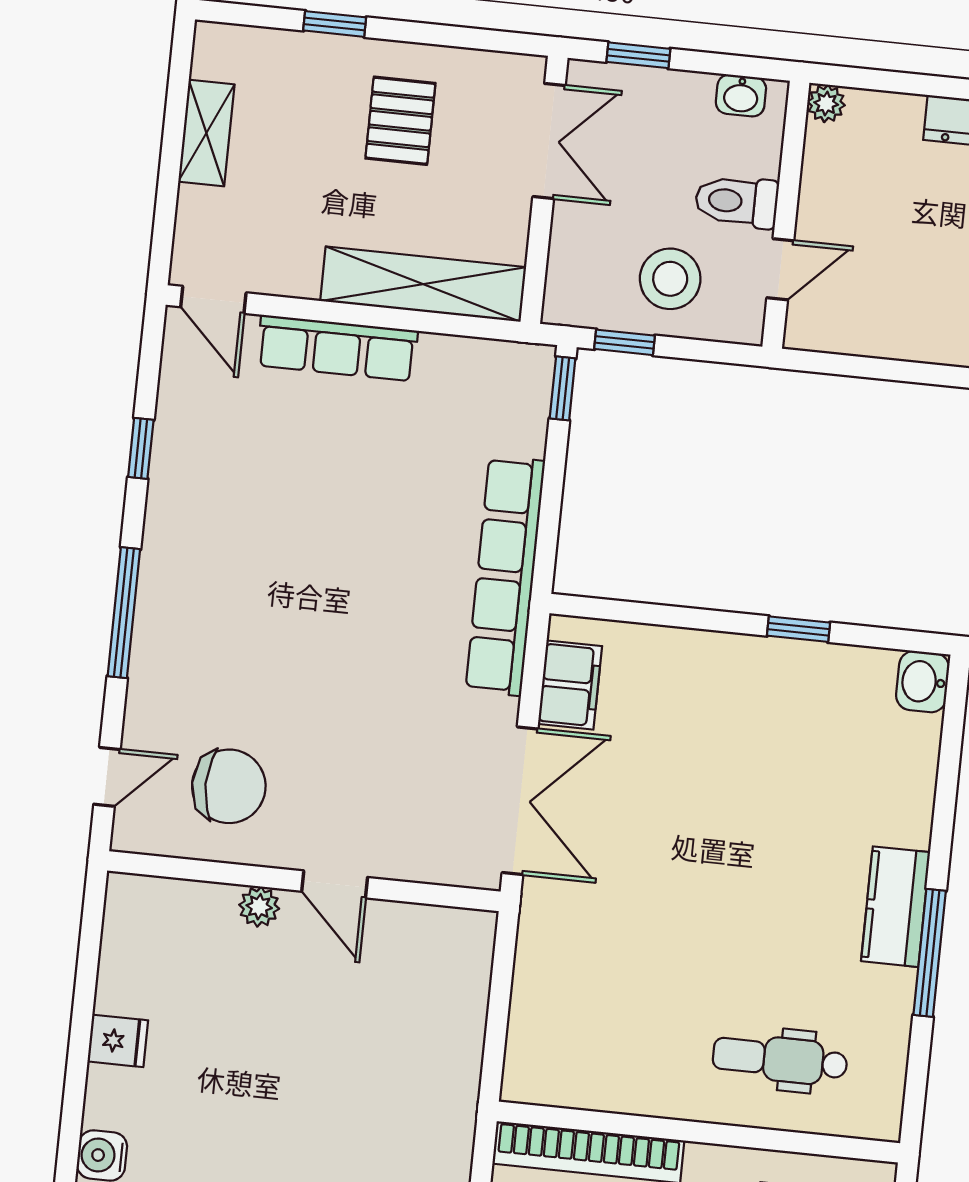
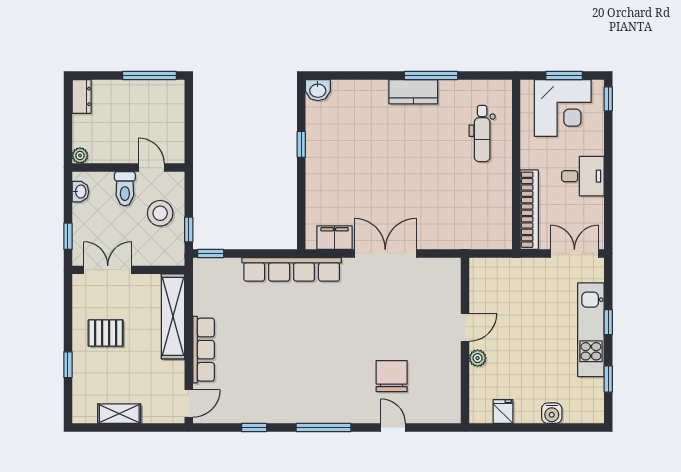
wall: (304, 881) -> (465, 340), moved
door: (335, 884) -> (465, 328), moved
plant: (259, 907) -> (478, 358), moved

